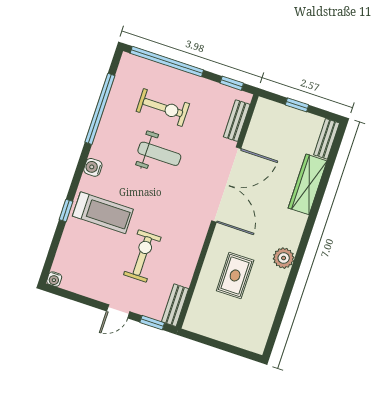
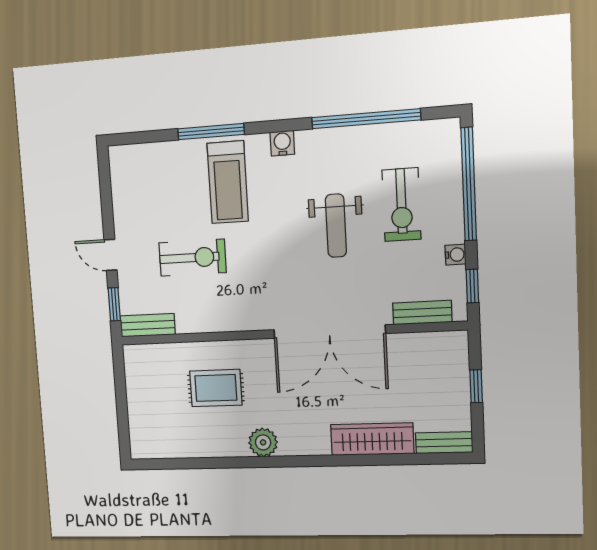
window: (66, 211) -> (211, 132), width x2.17
water cooler: (54, 279) -> (455, 255), moved, turned 180

